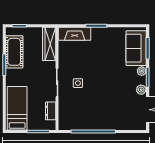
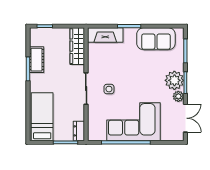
sofa: (136, 48) -> (156, 39), moved, turned -90
cot: (14, 52) -> (37, 60), width x0.73, depth x0.75
plant: (142, 71) -> (174, 80), width x1.87, depth x1.87
dresser: (51, 111) -> (79, 131), moved
corner sofa: (100, 113) -> (133, 122), added

